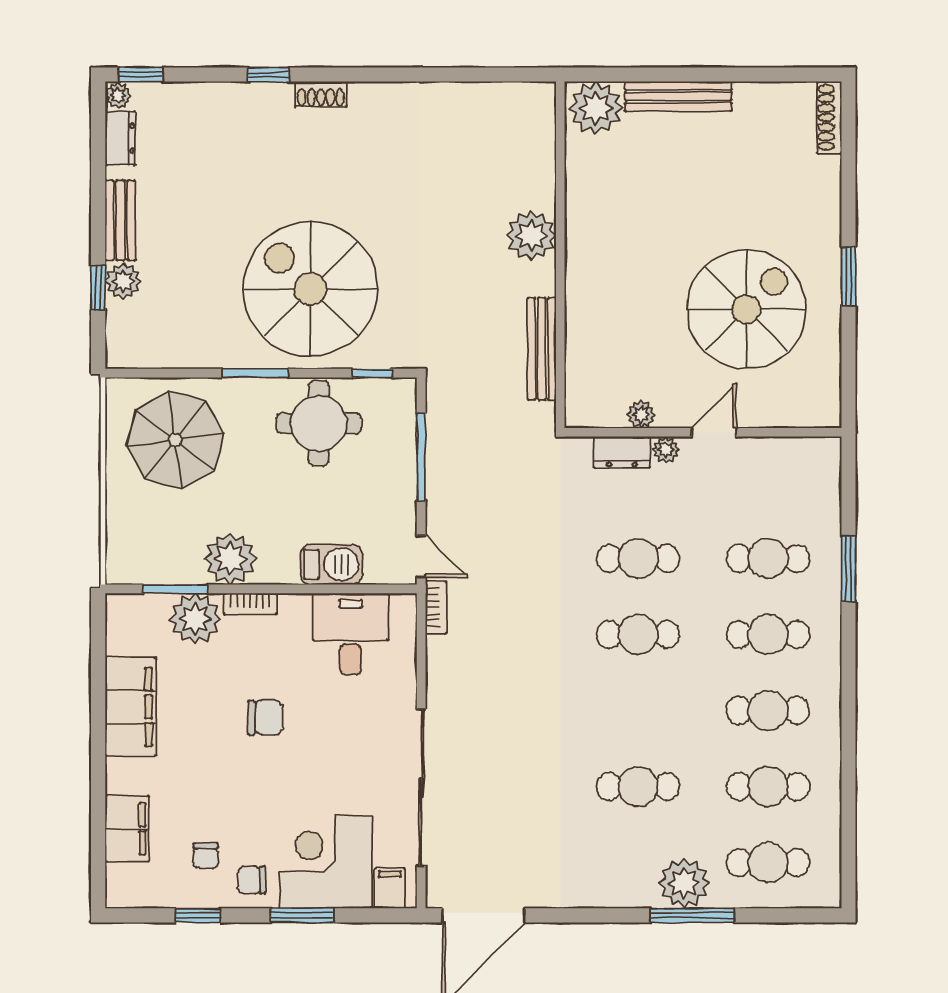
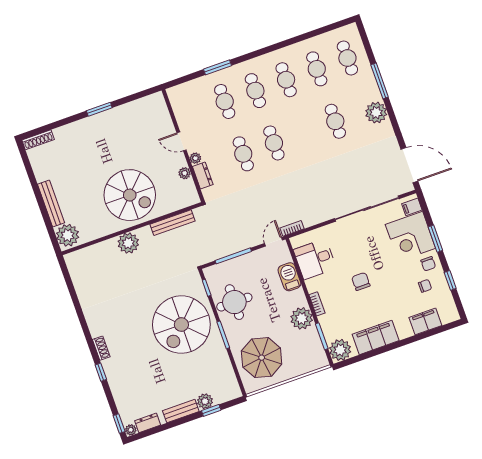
spiral stairs: (747, 309) -> (130, 195), moved, turned 180
plant: (195, 619) -> (340, 350), moved
plant: (684, 883) -> (376, 113), moved

